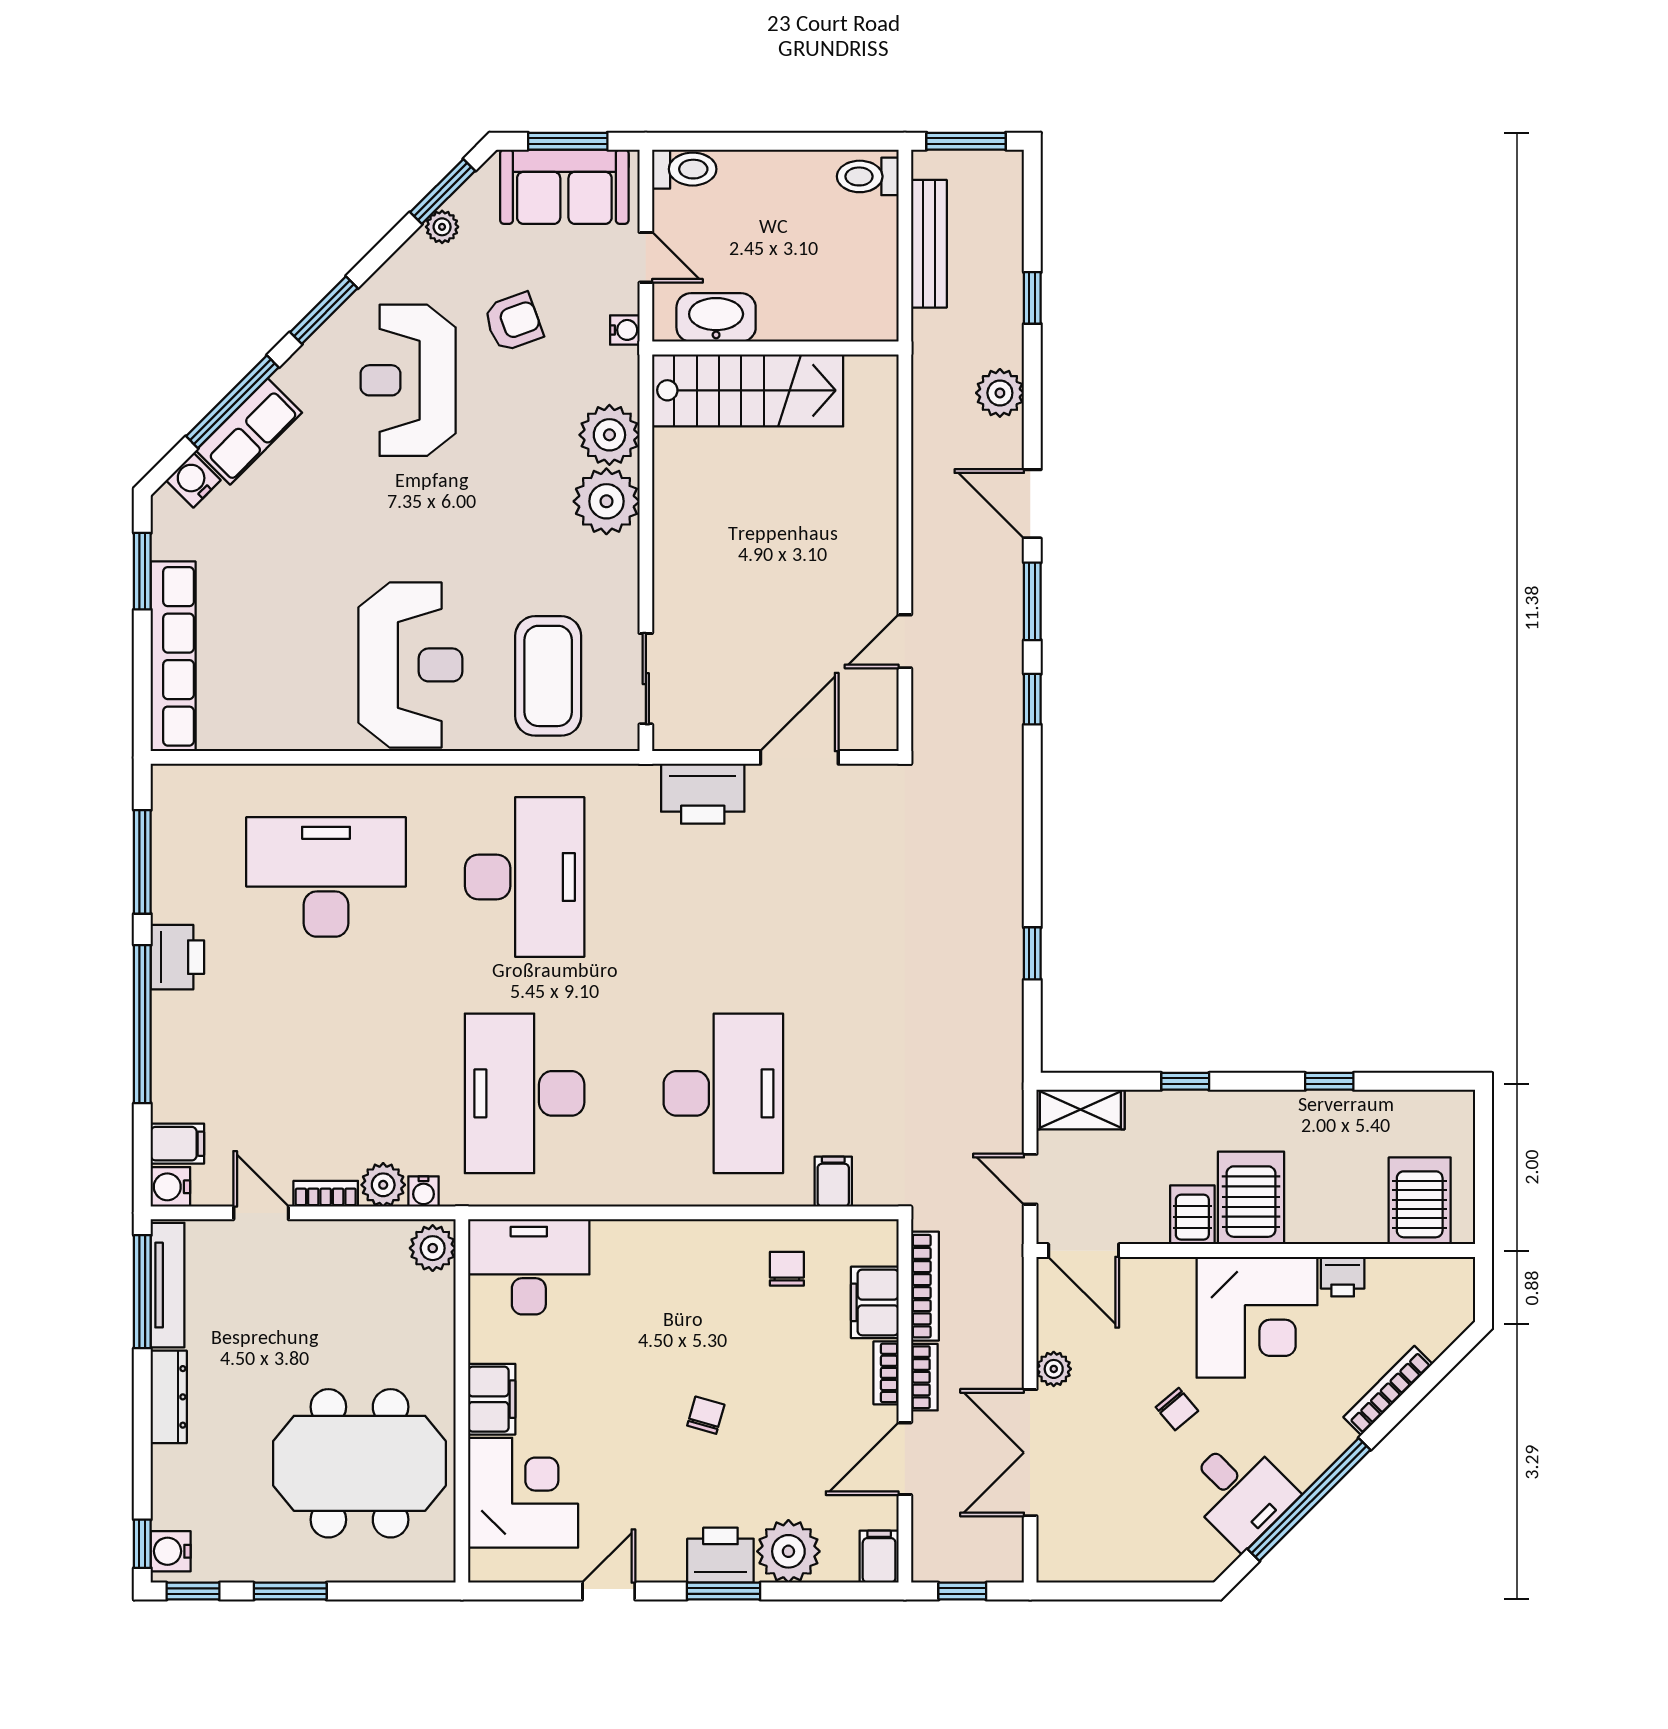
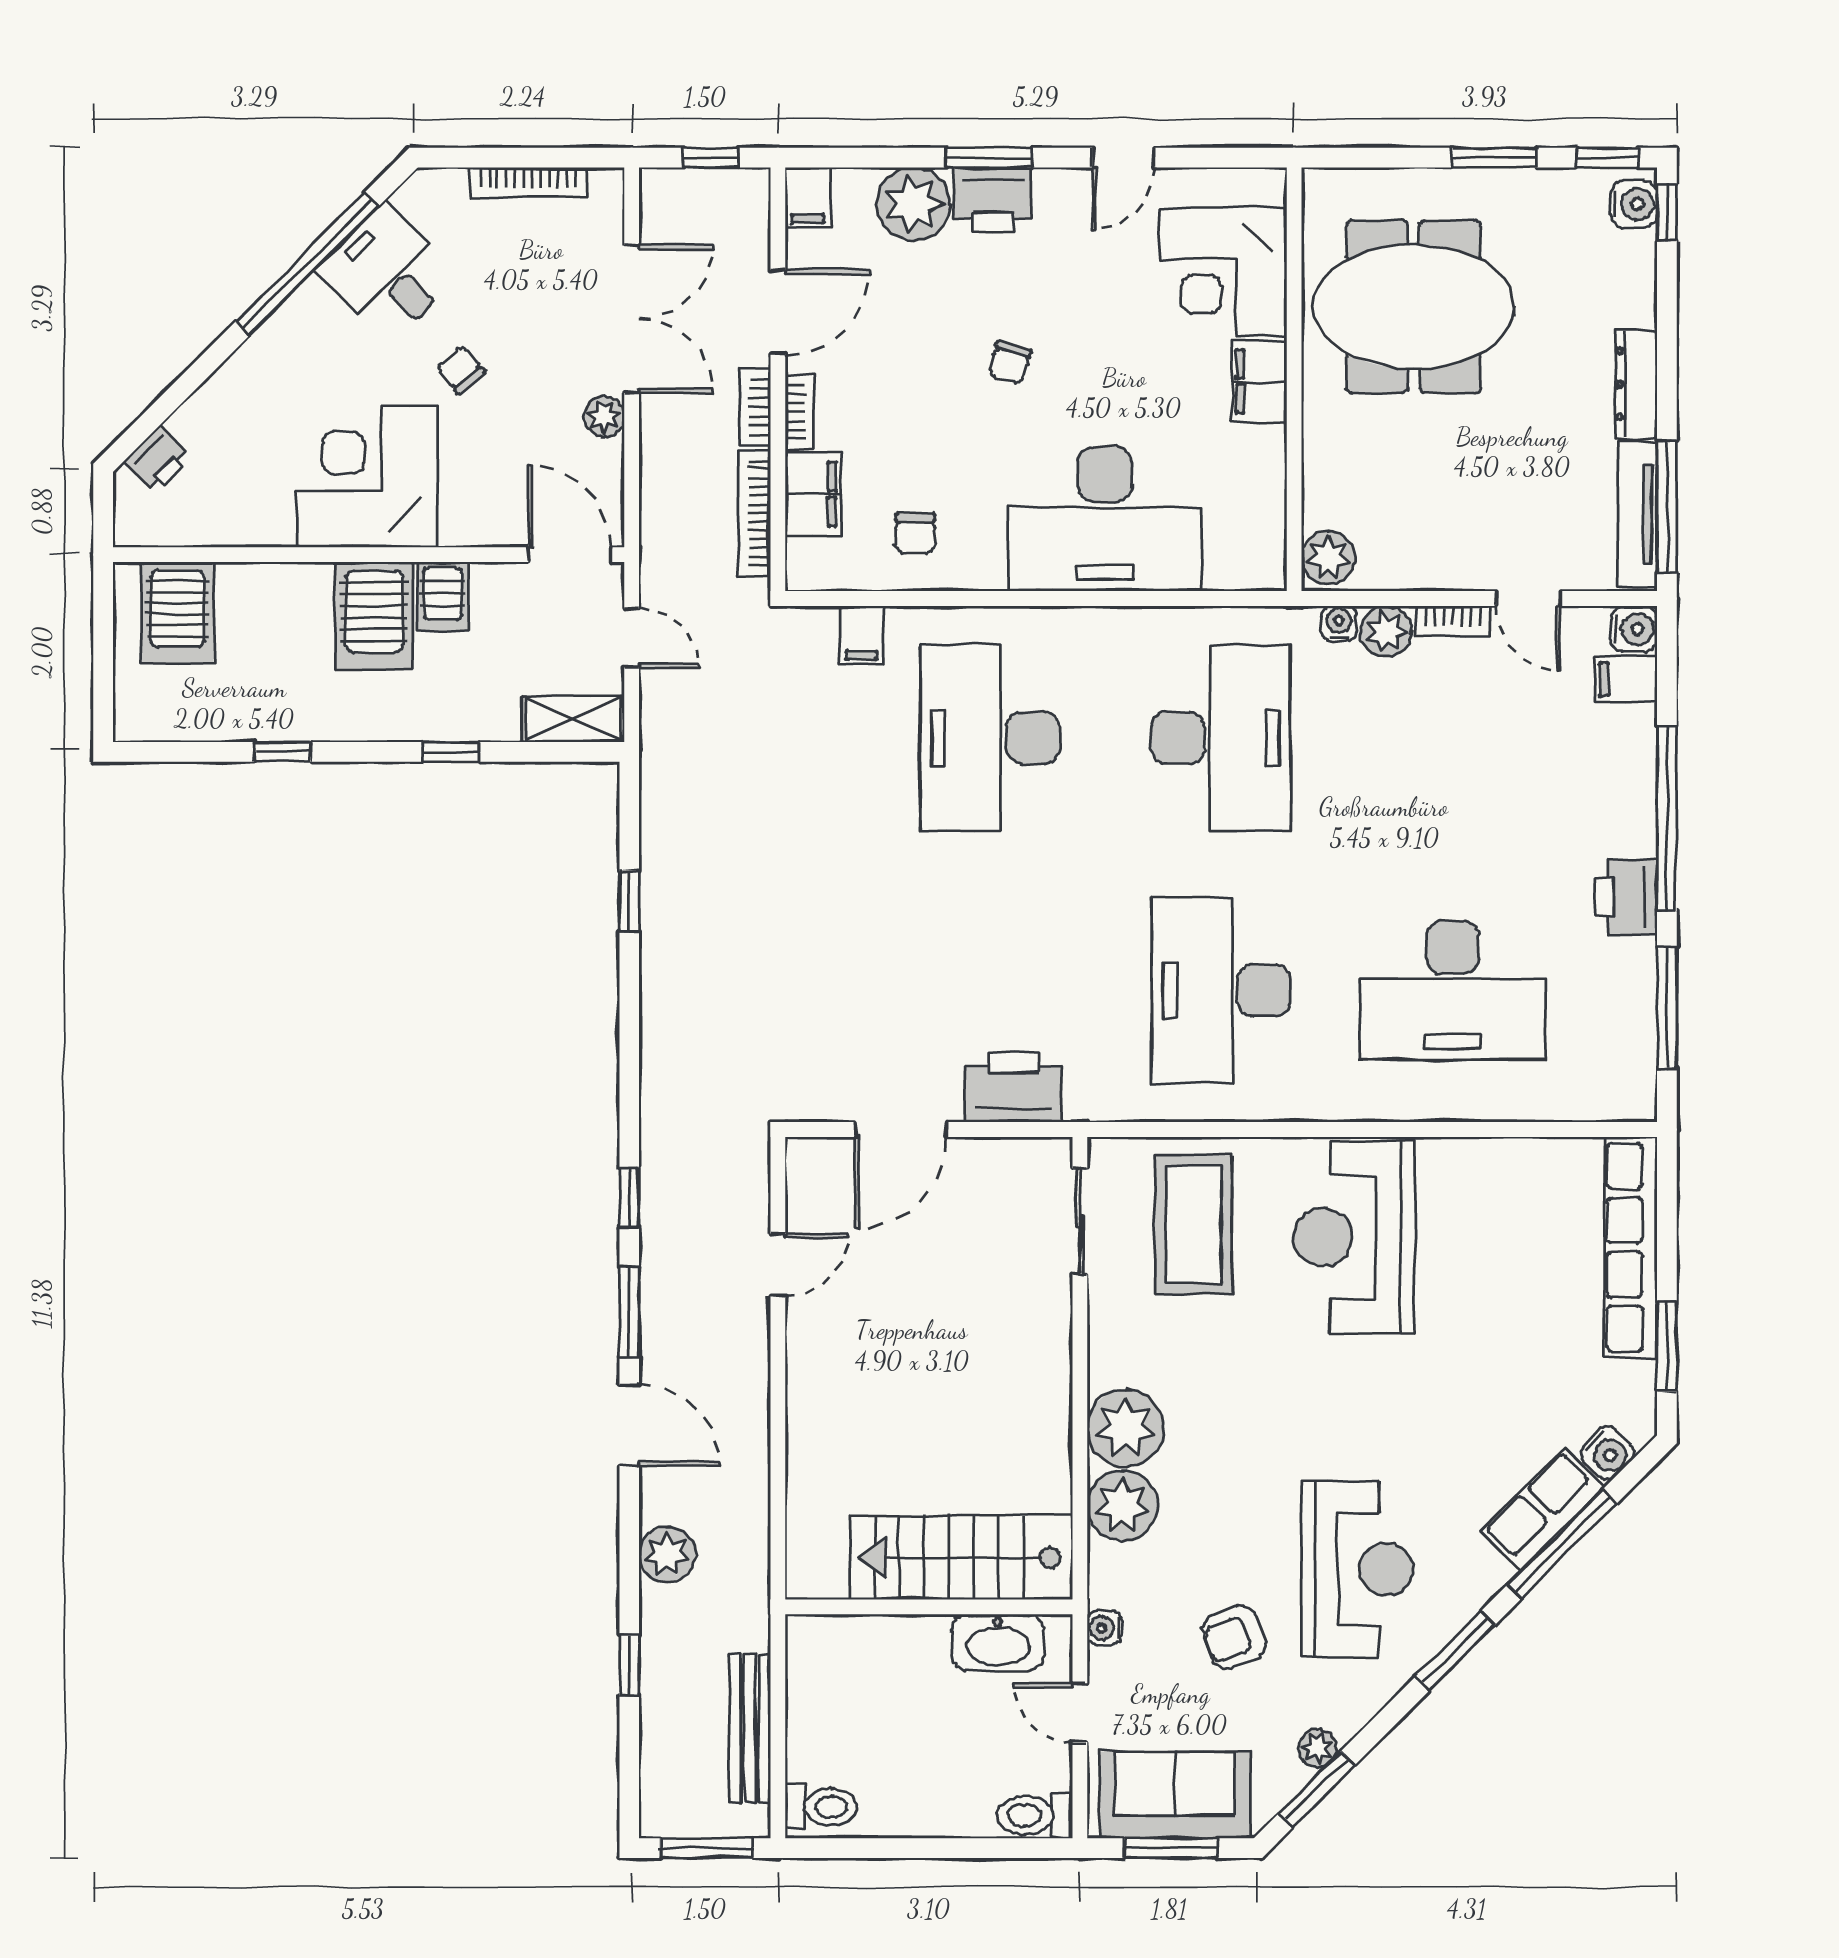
desk: (529, 1267) -> (1105, 519), moved, width x1.36, depth x1.30
printer: (1343, 1277) -> (158, 459), moved, turned 135
bookcase: (1388, 1391) -> (528, 182), moved, turned 45

